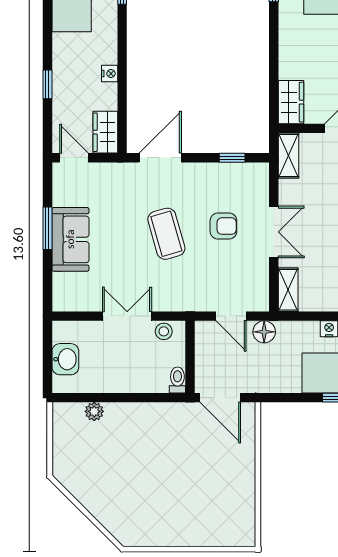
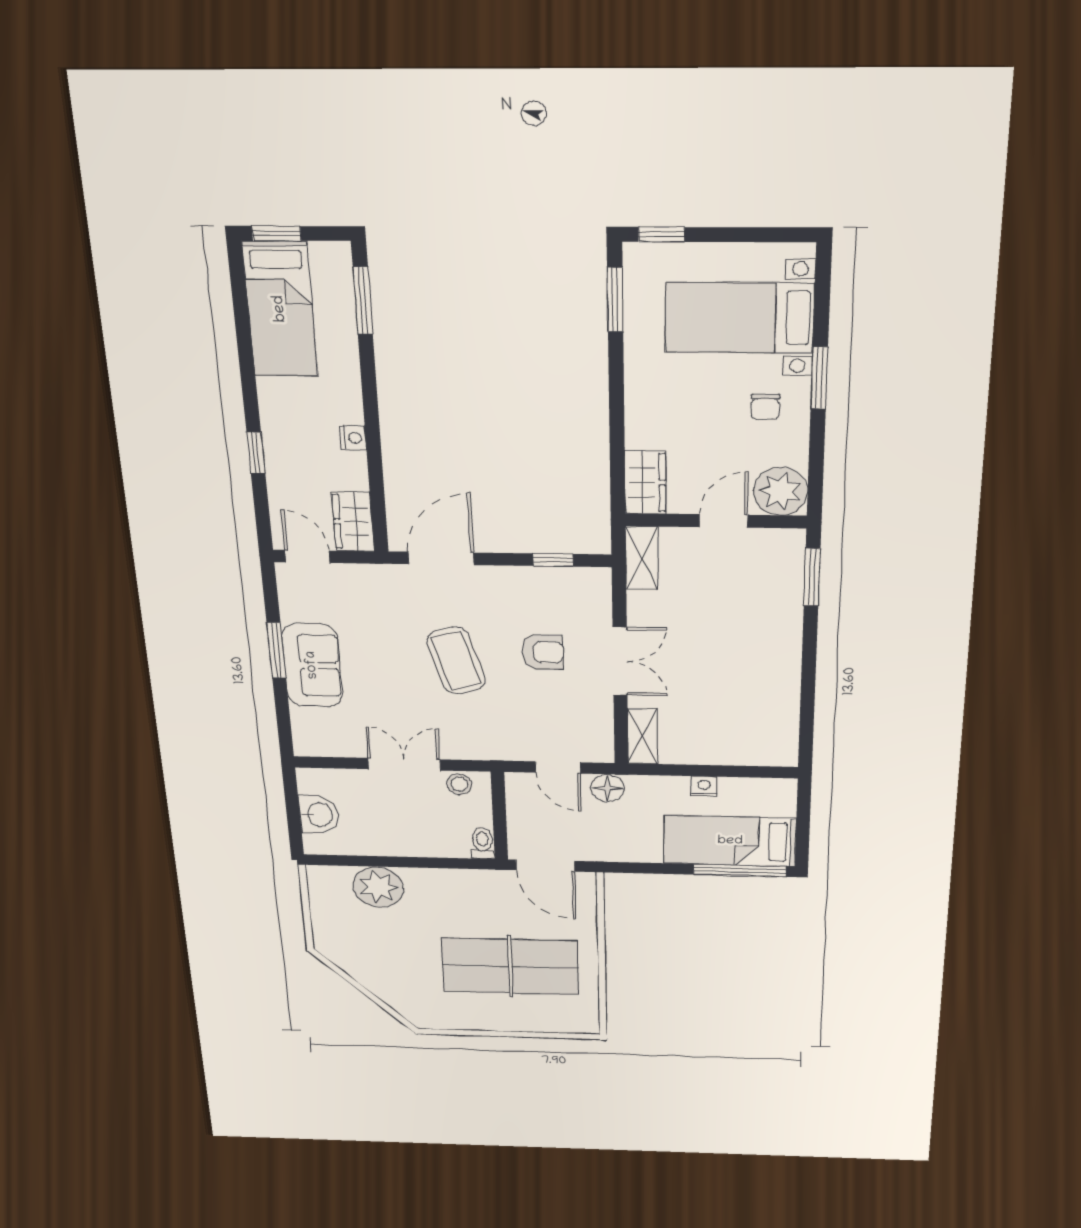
plant: (94, 411) -> (378, 887), width x1.88, depth x1.88
table tennis table: (193, 487) -> (510, 966), added

